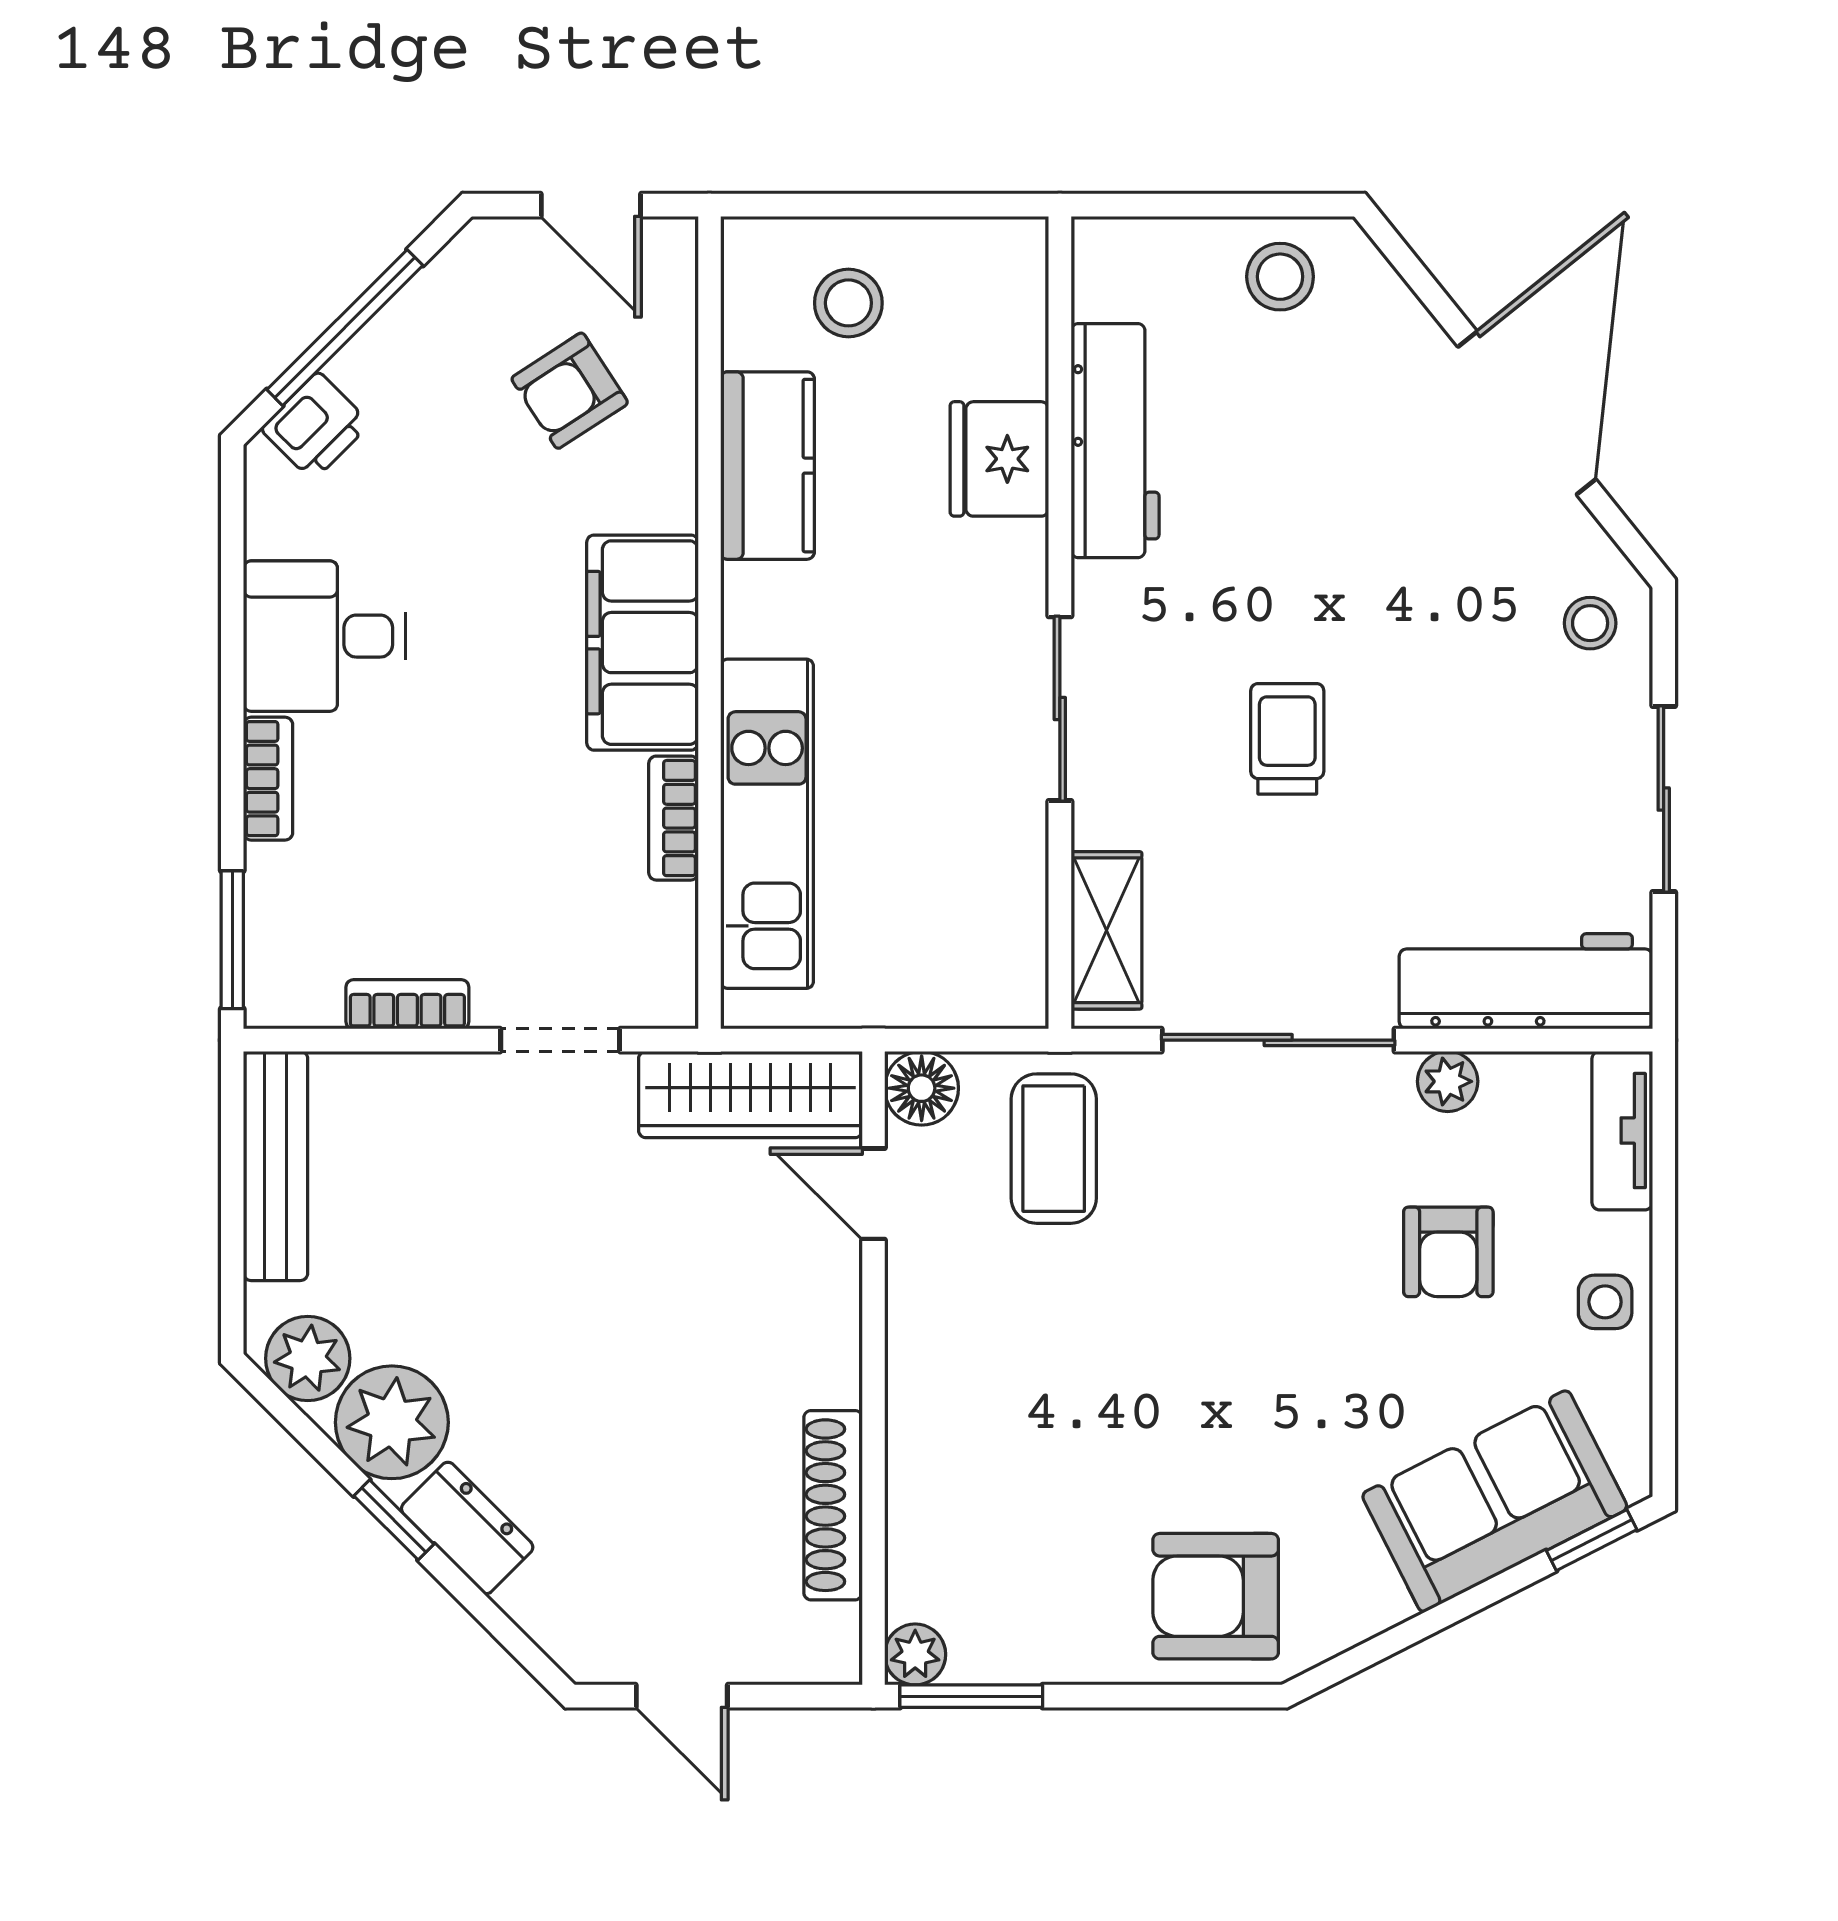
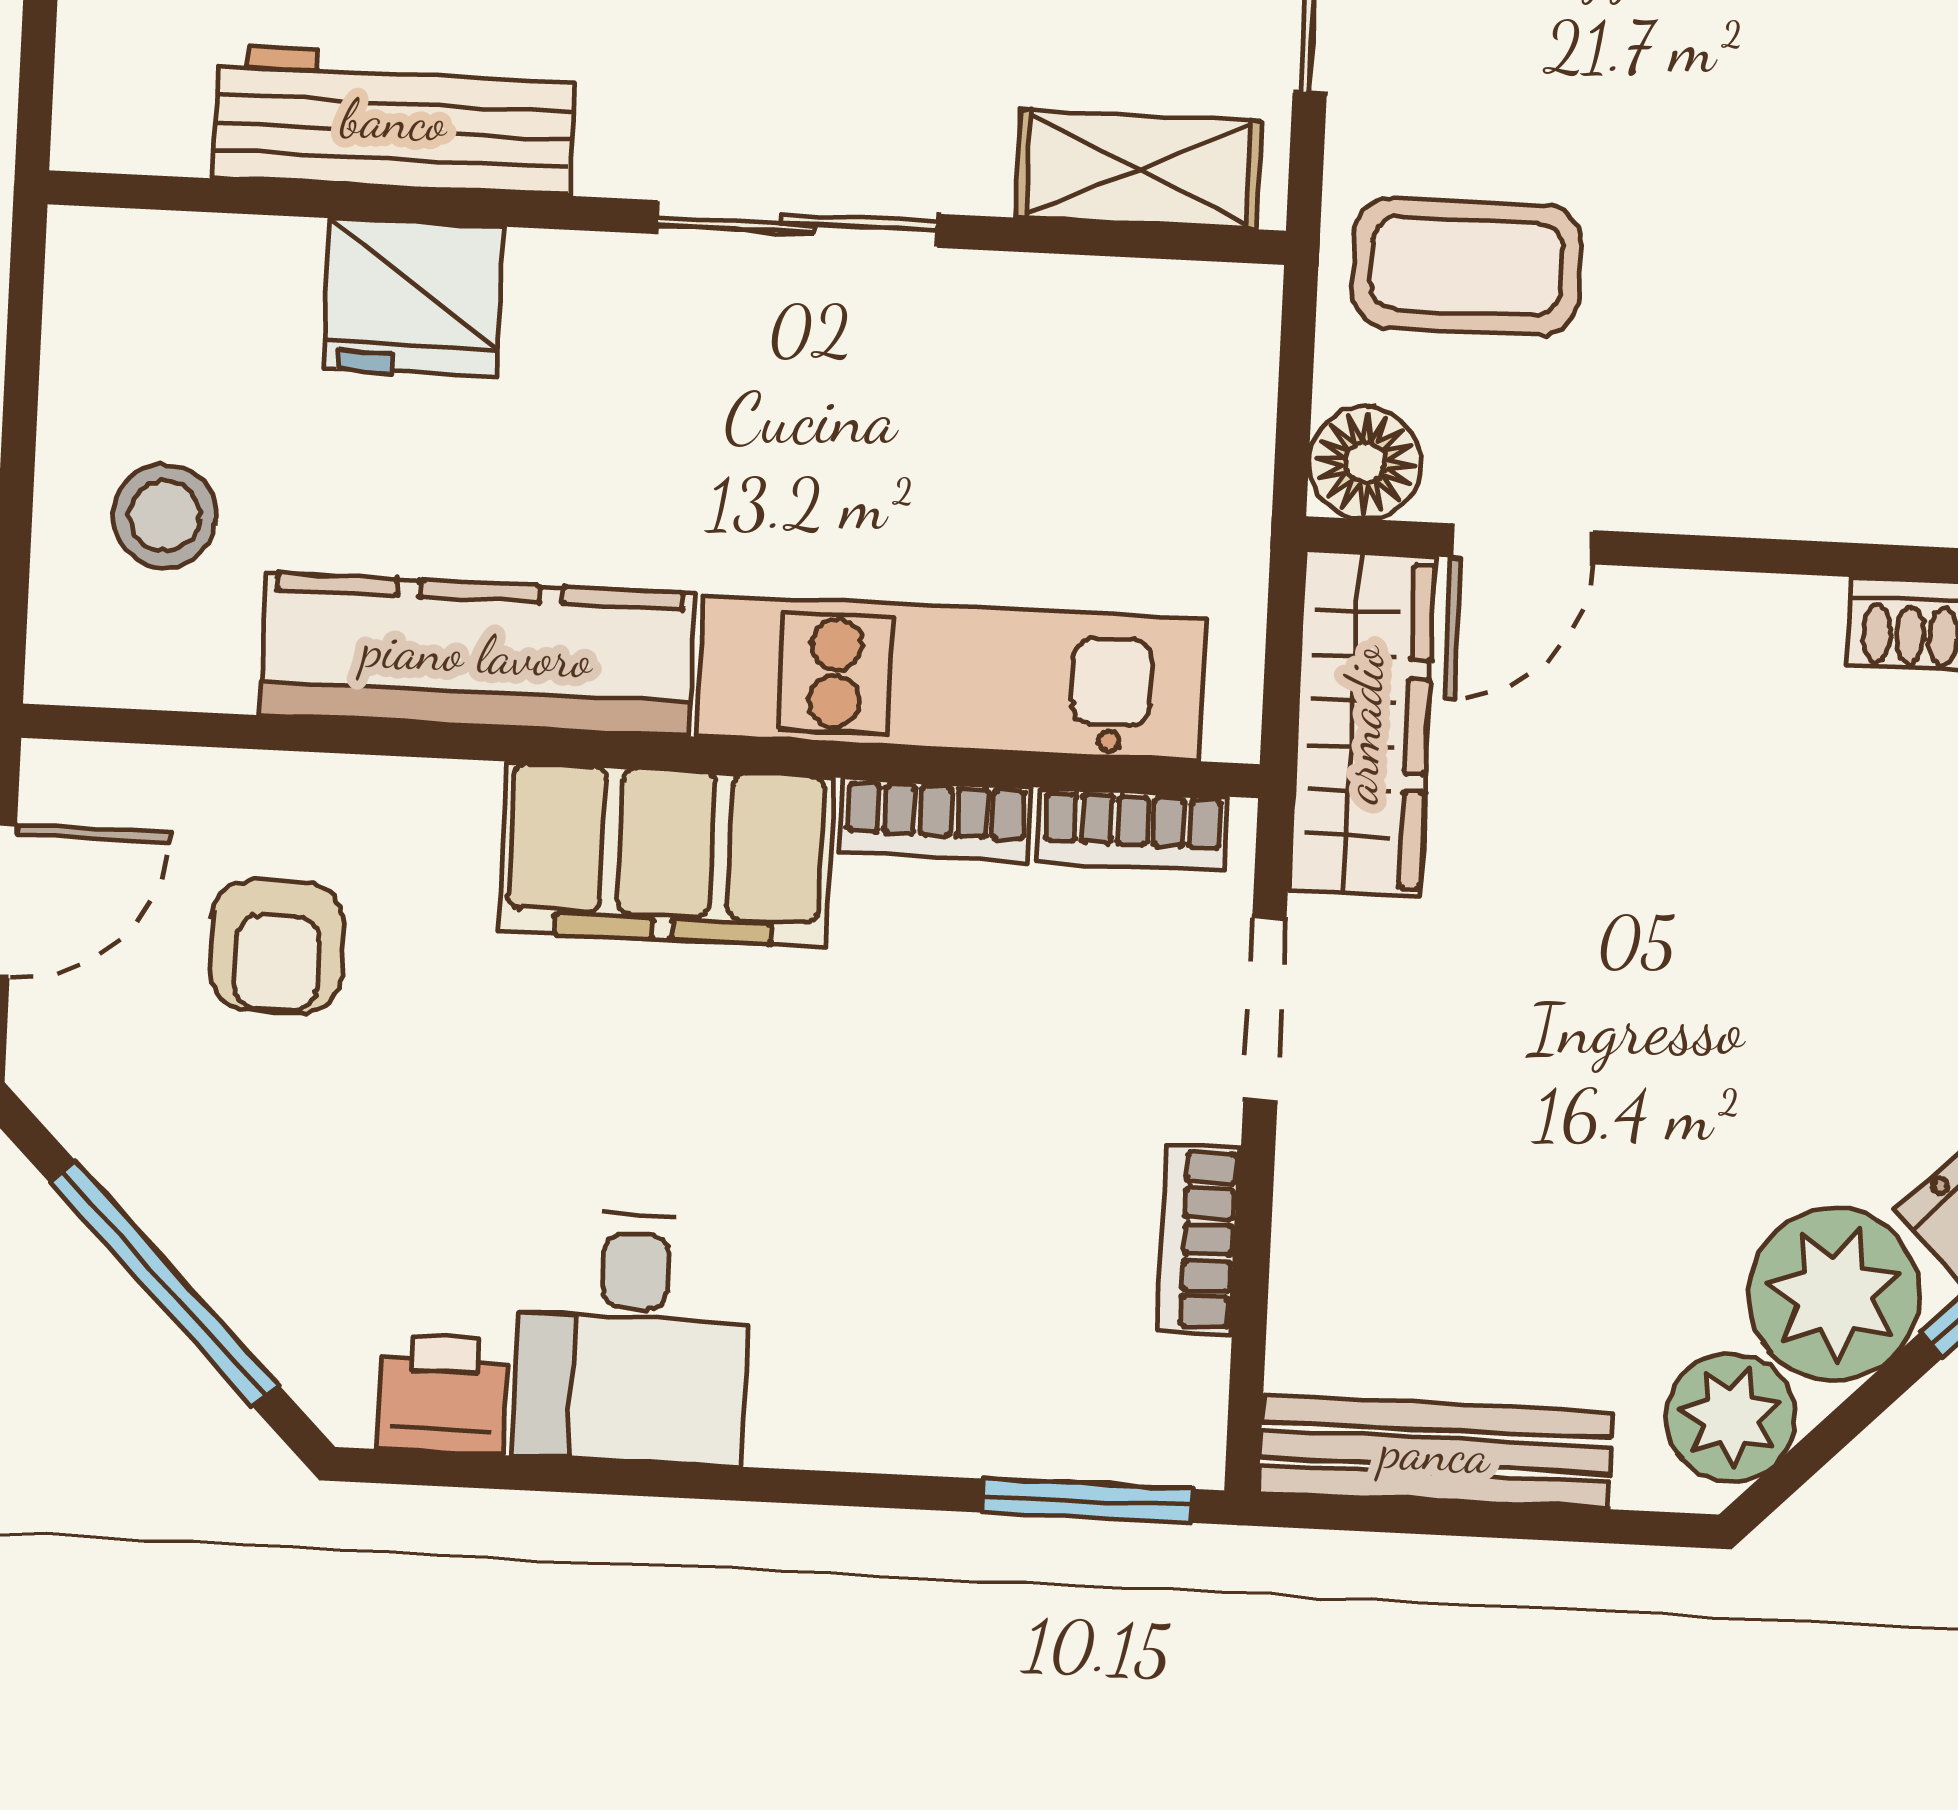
armchair: (570, 391) -> (277, 946), turned 33
printer: (315, 426) -> (443, 1395), moved, turned -45
kitchen counter: (768, 466) -> (477, 654), width x1.50
bookcase: (268, 779) -> (1132, 830), moved, turned 180

